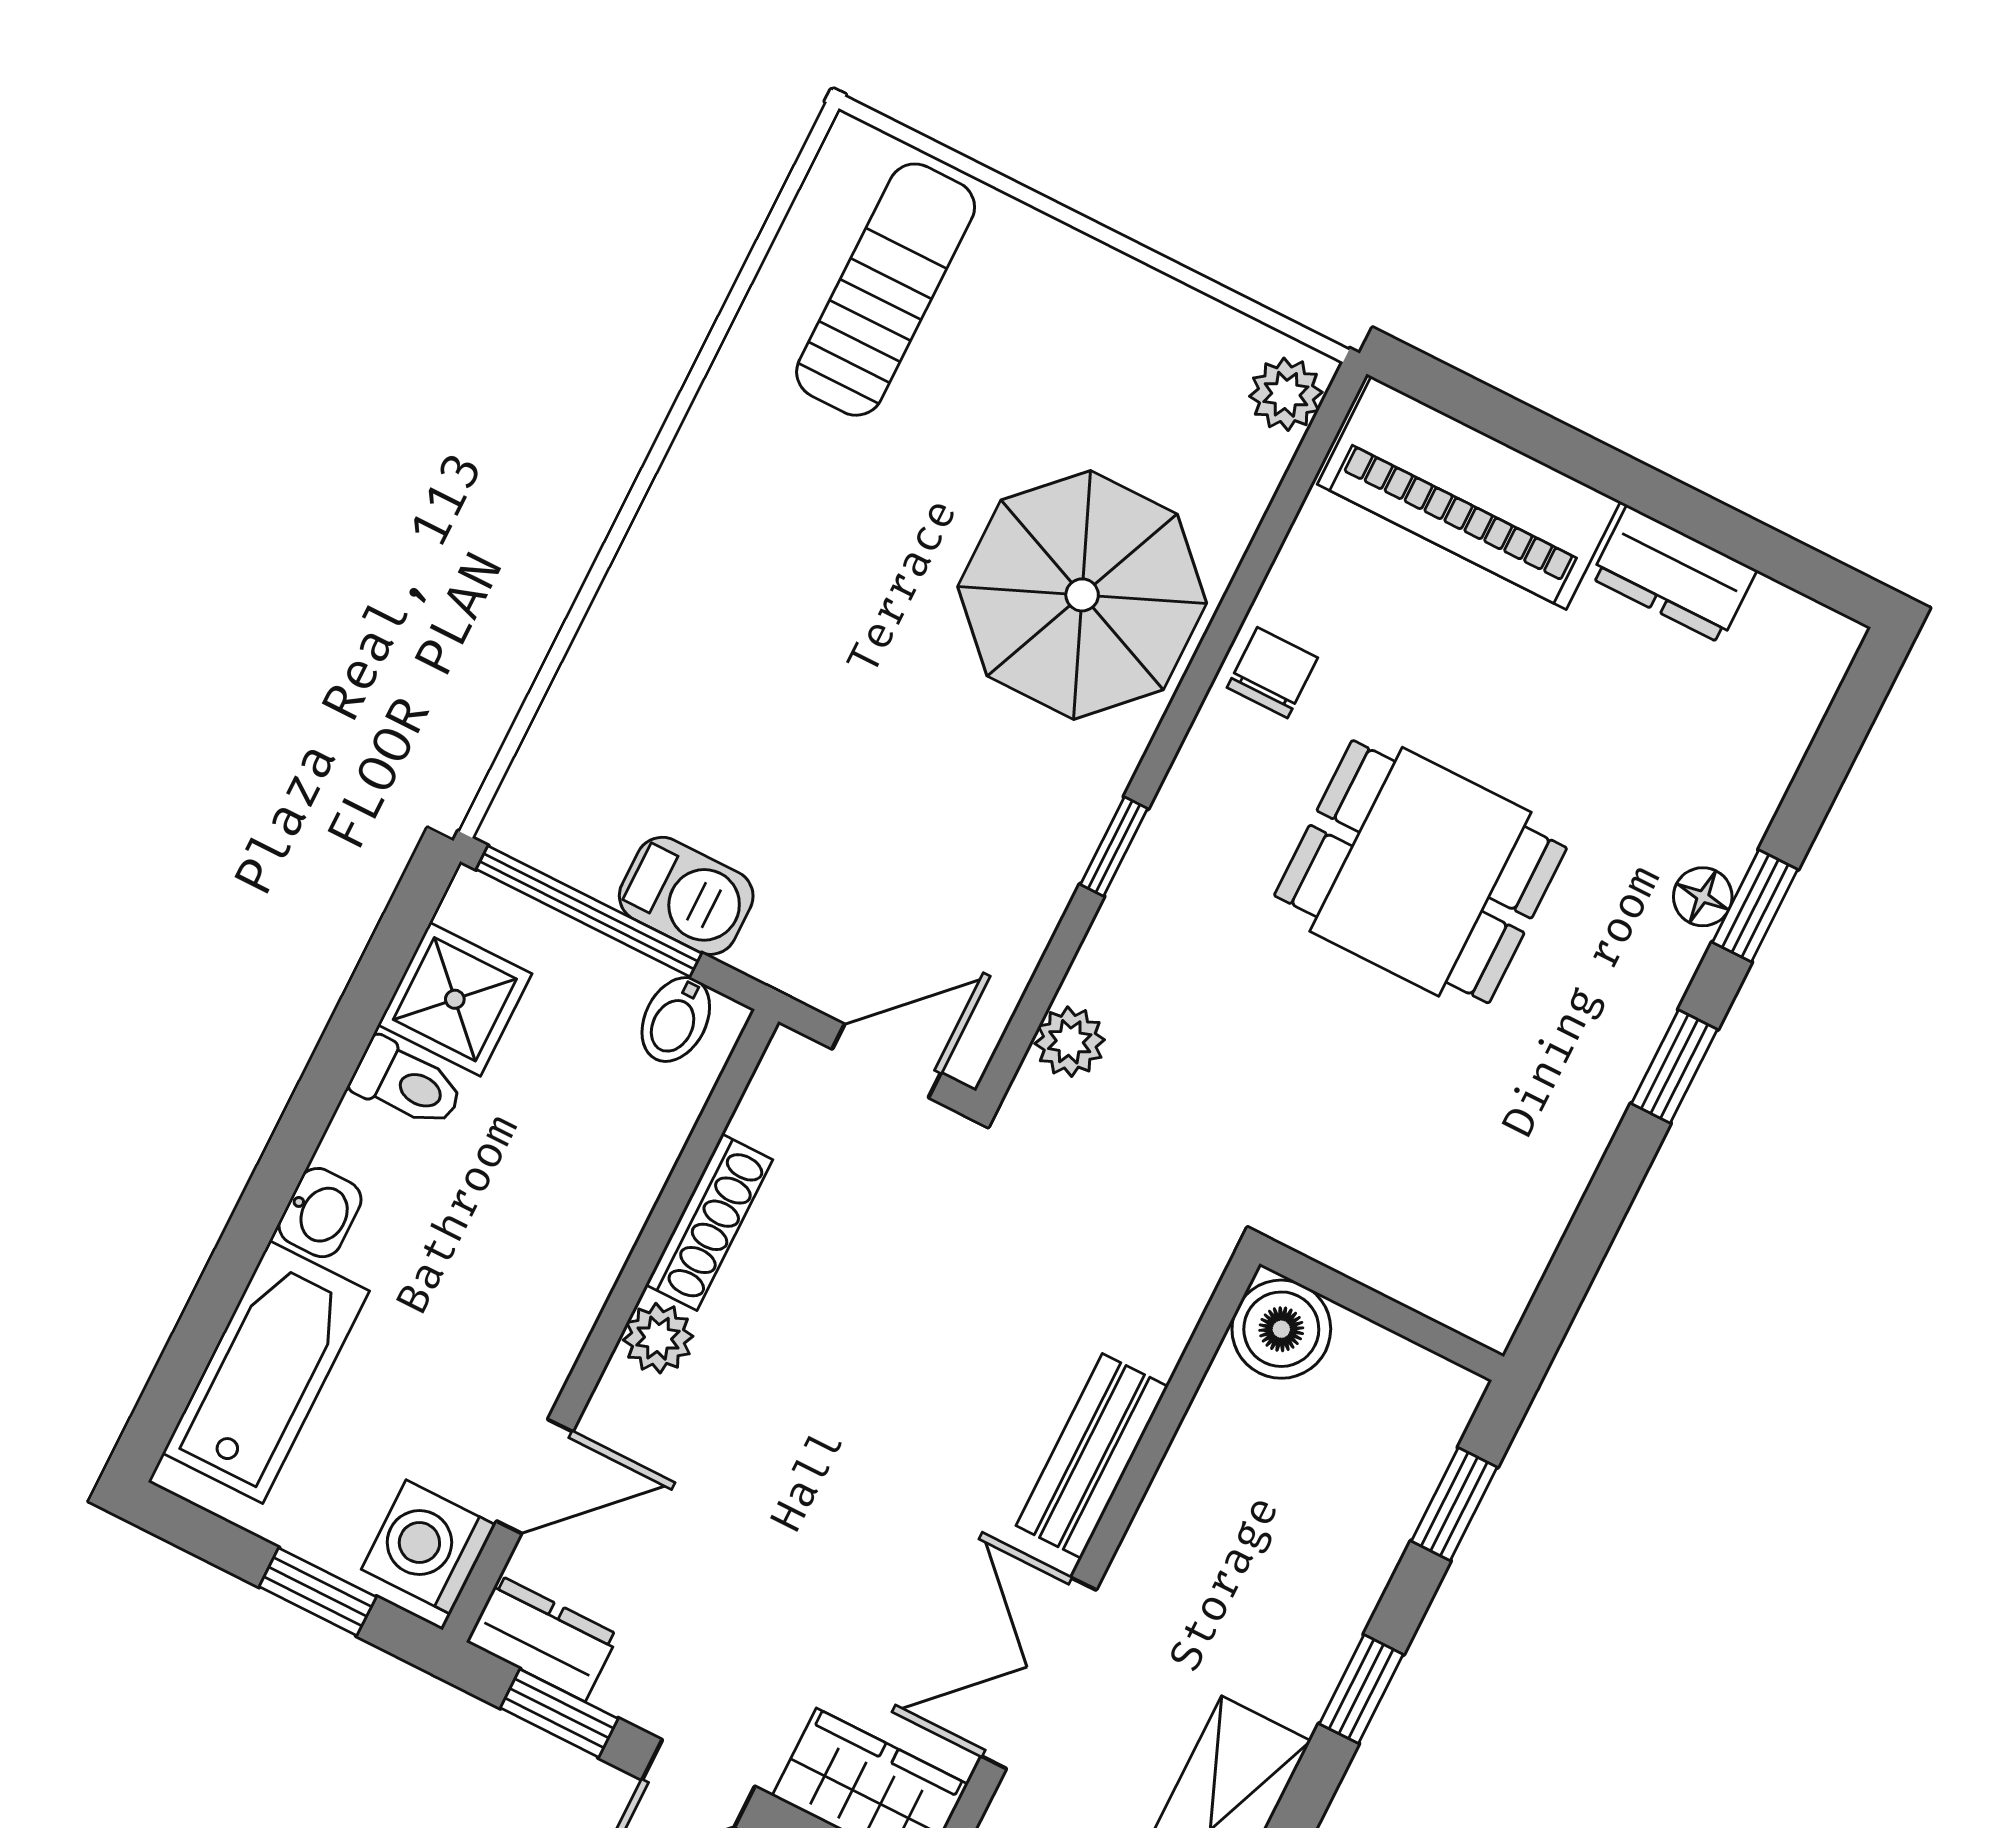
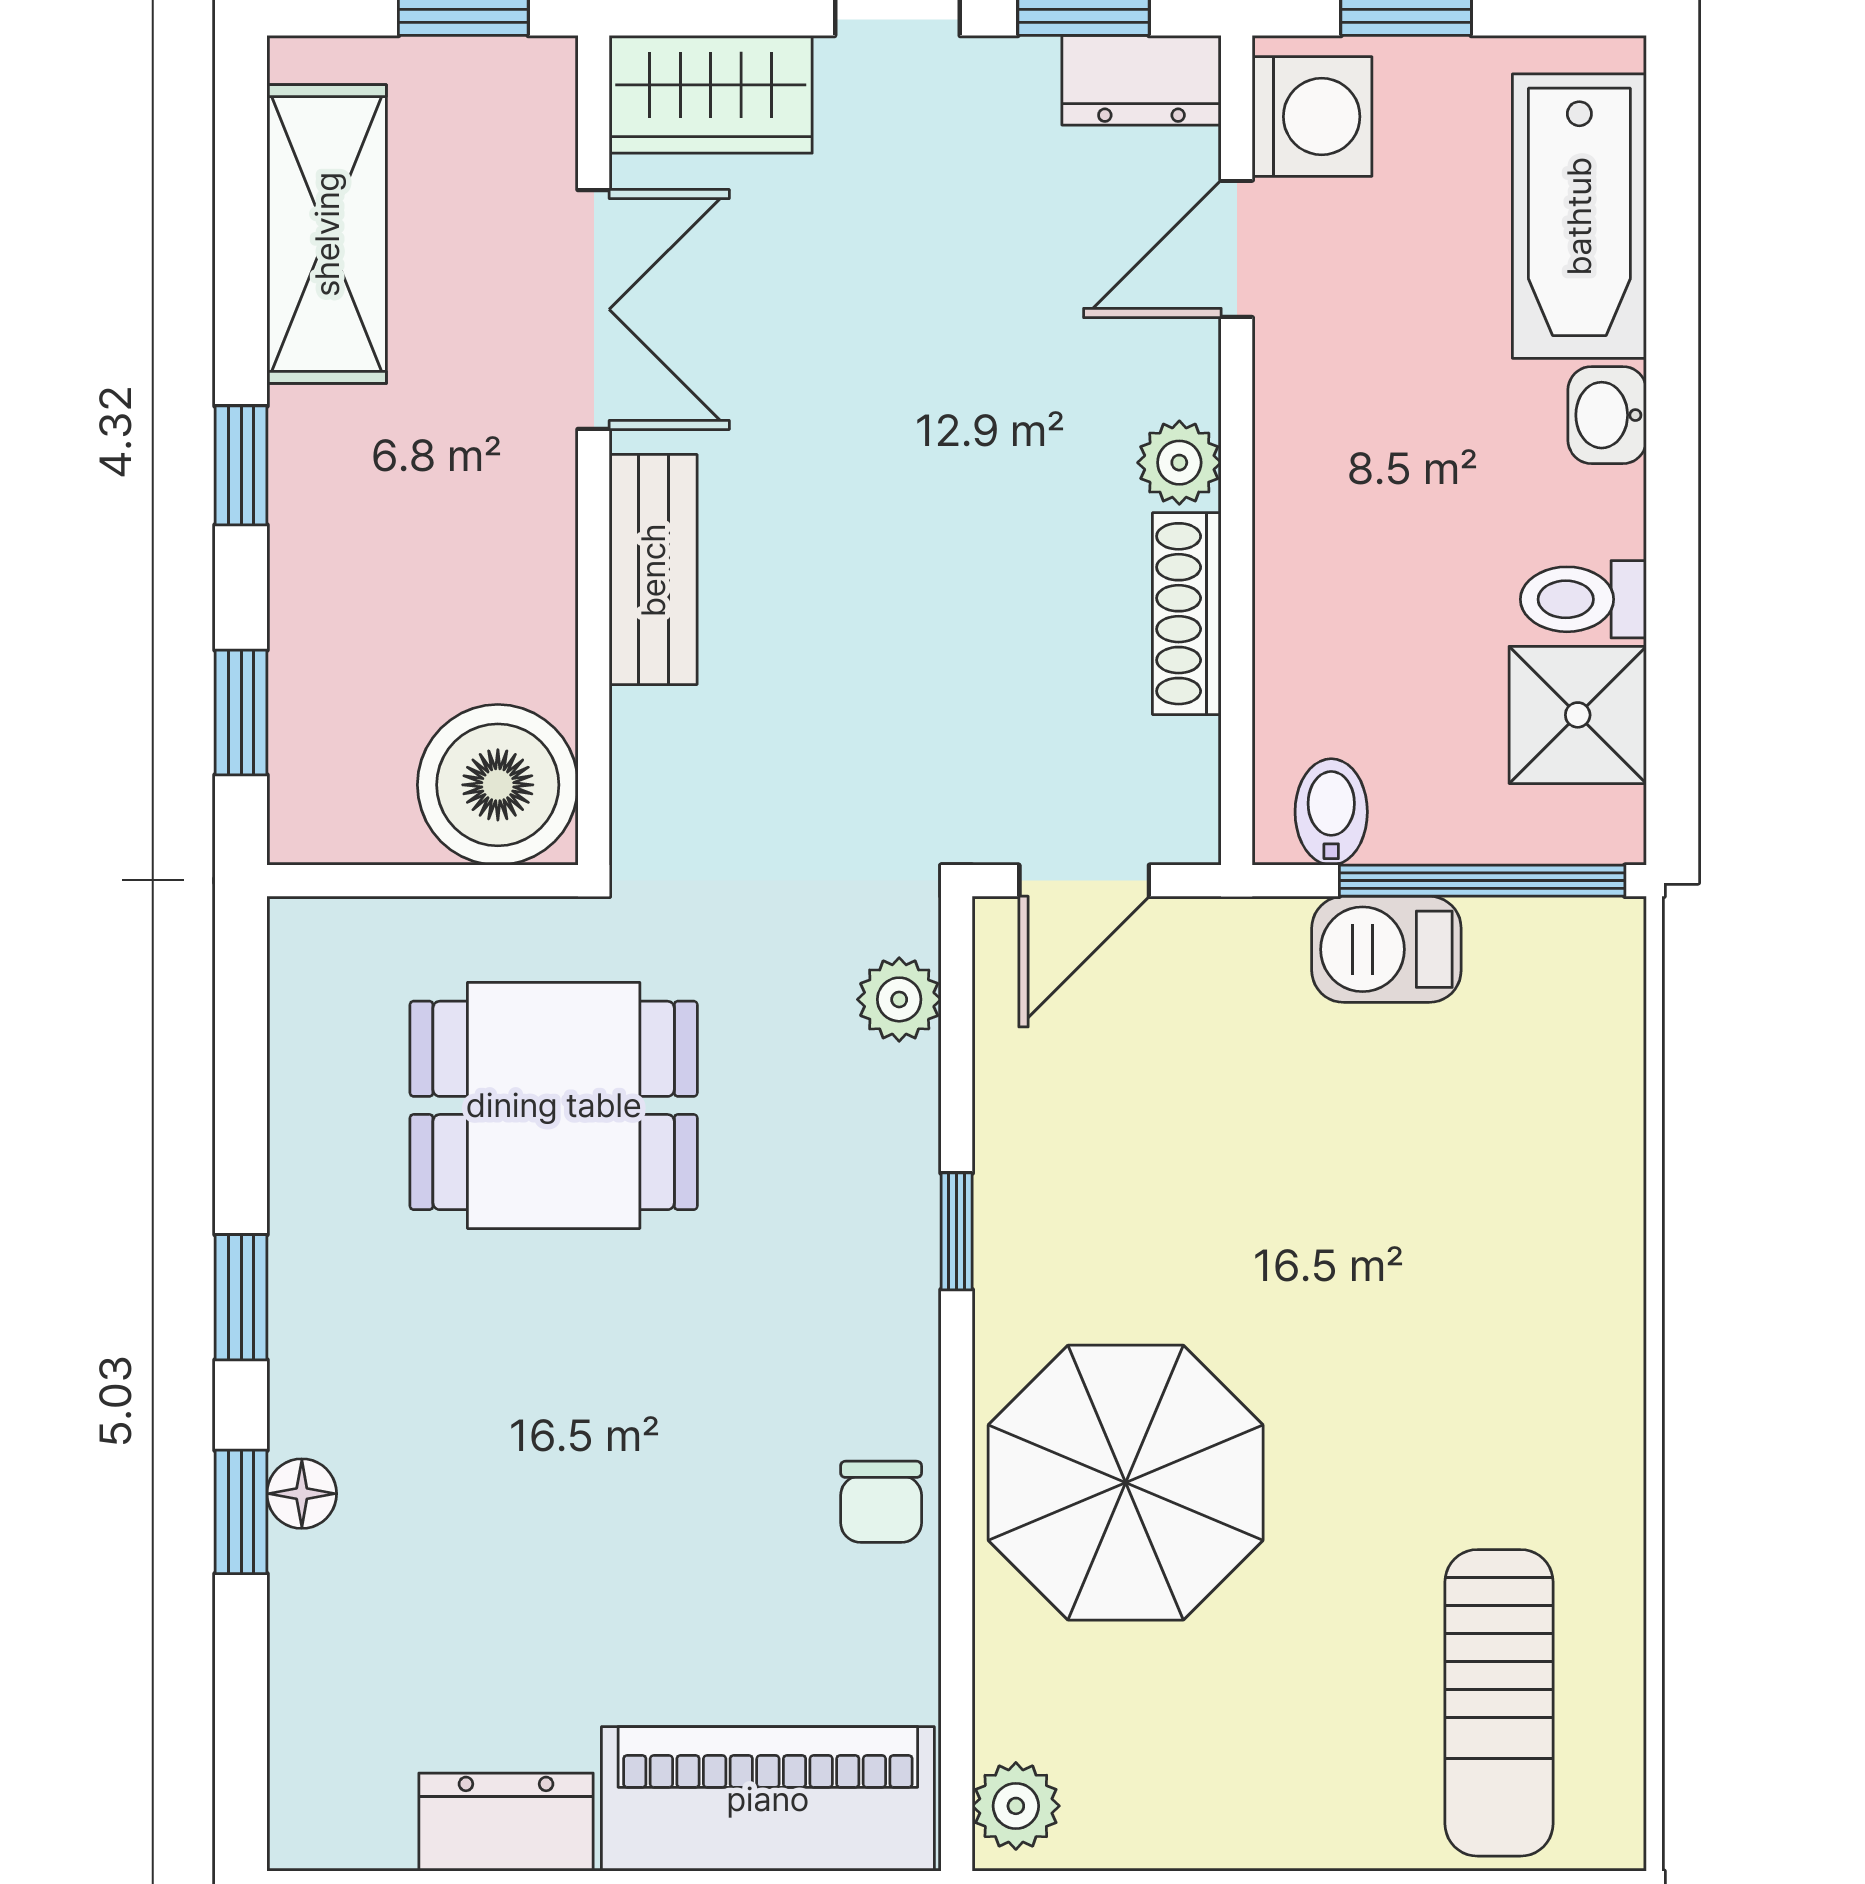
dining table: (1421, 872) -> (554, 1105), moved
boiler: (1281, 1329) -> (498, 785), width x1.37, depth x1.37

